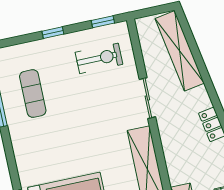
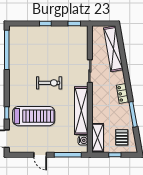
exercise bike: (99, 58) -> (49, 83), moved
exercise mat: (33, 94) -> (27, 55), removed

